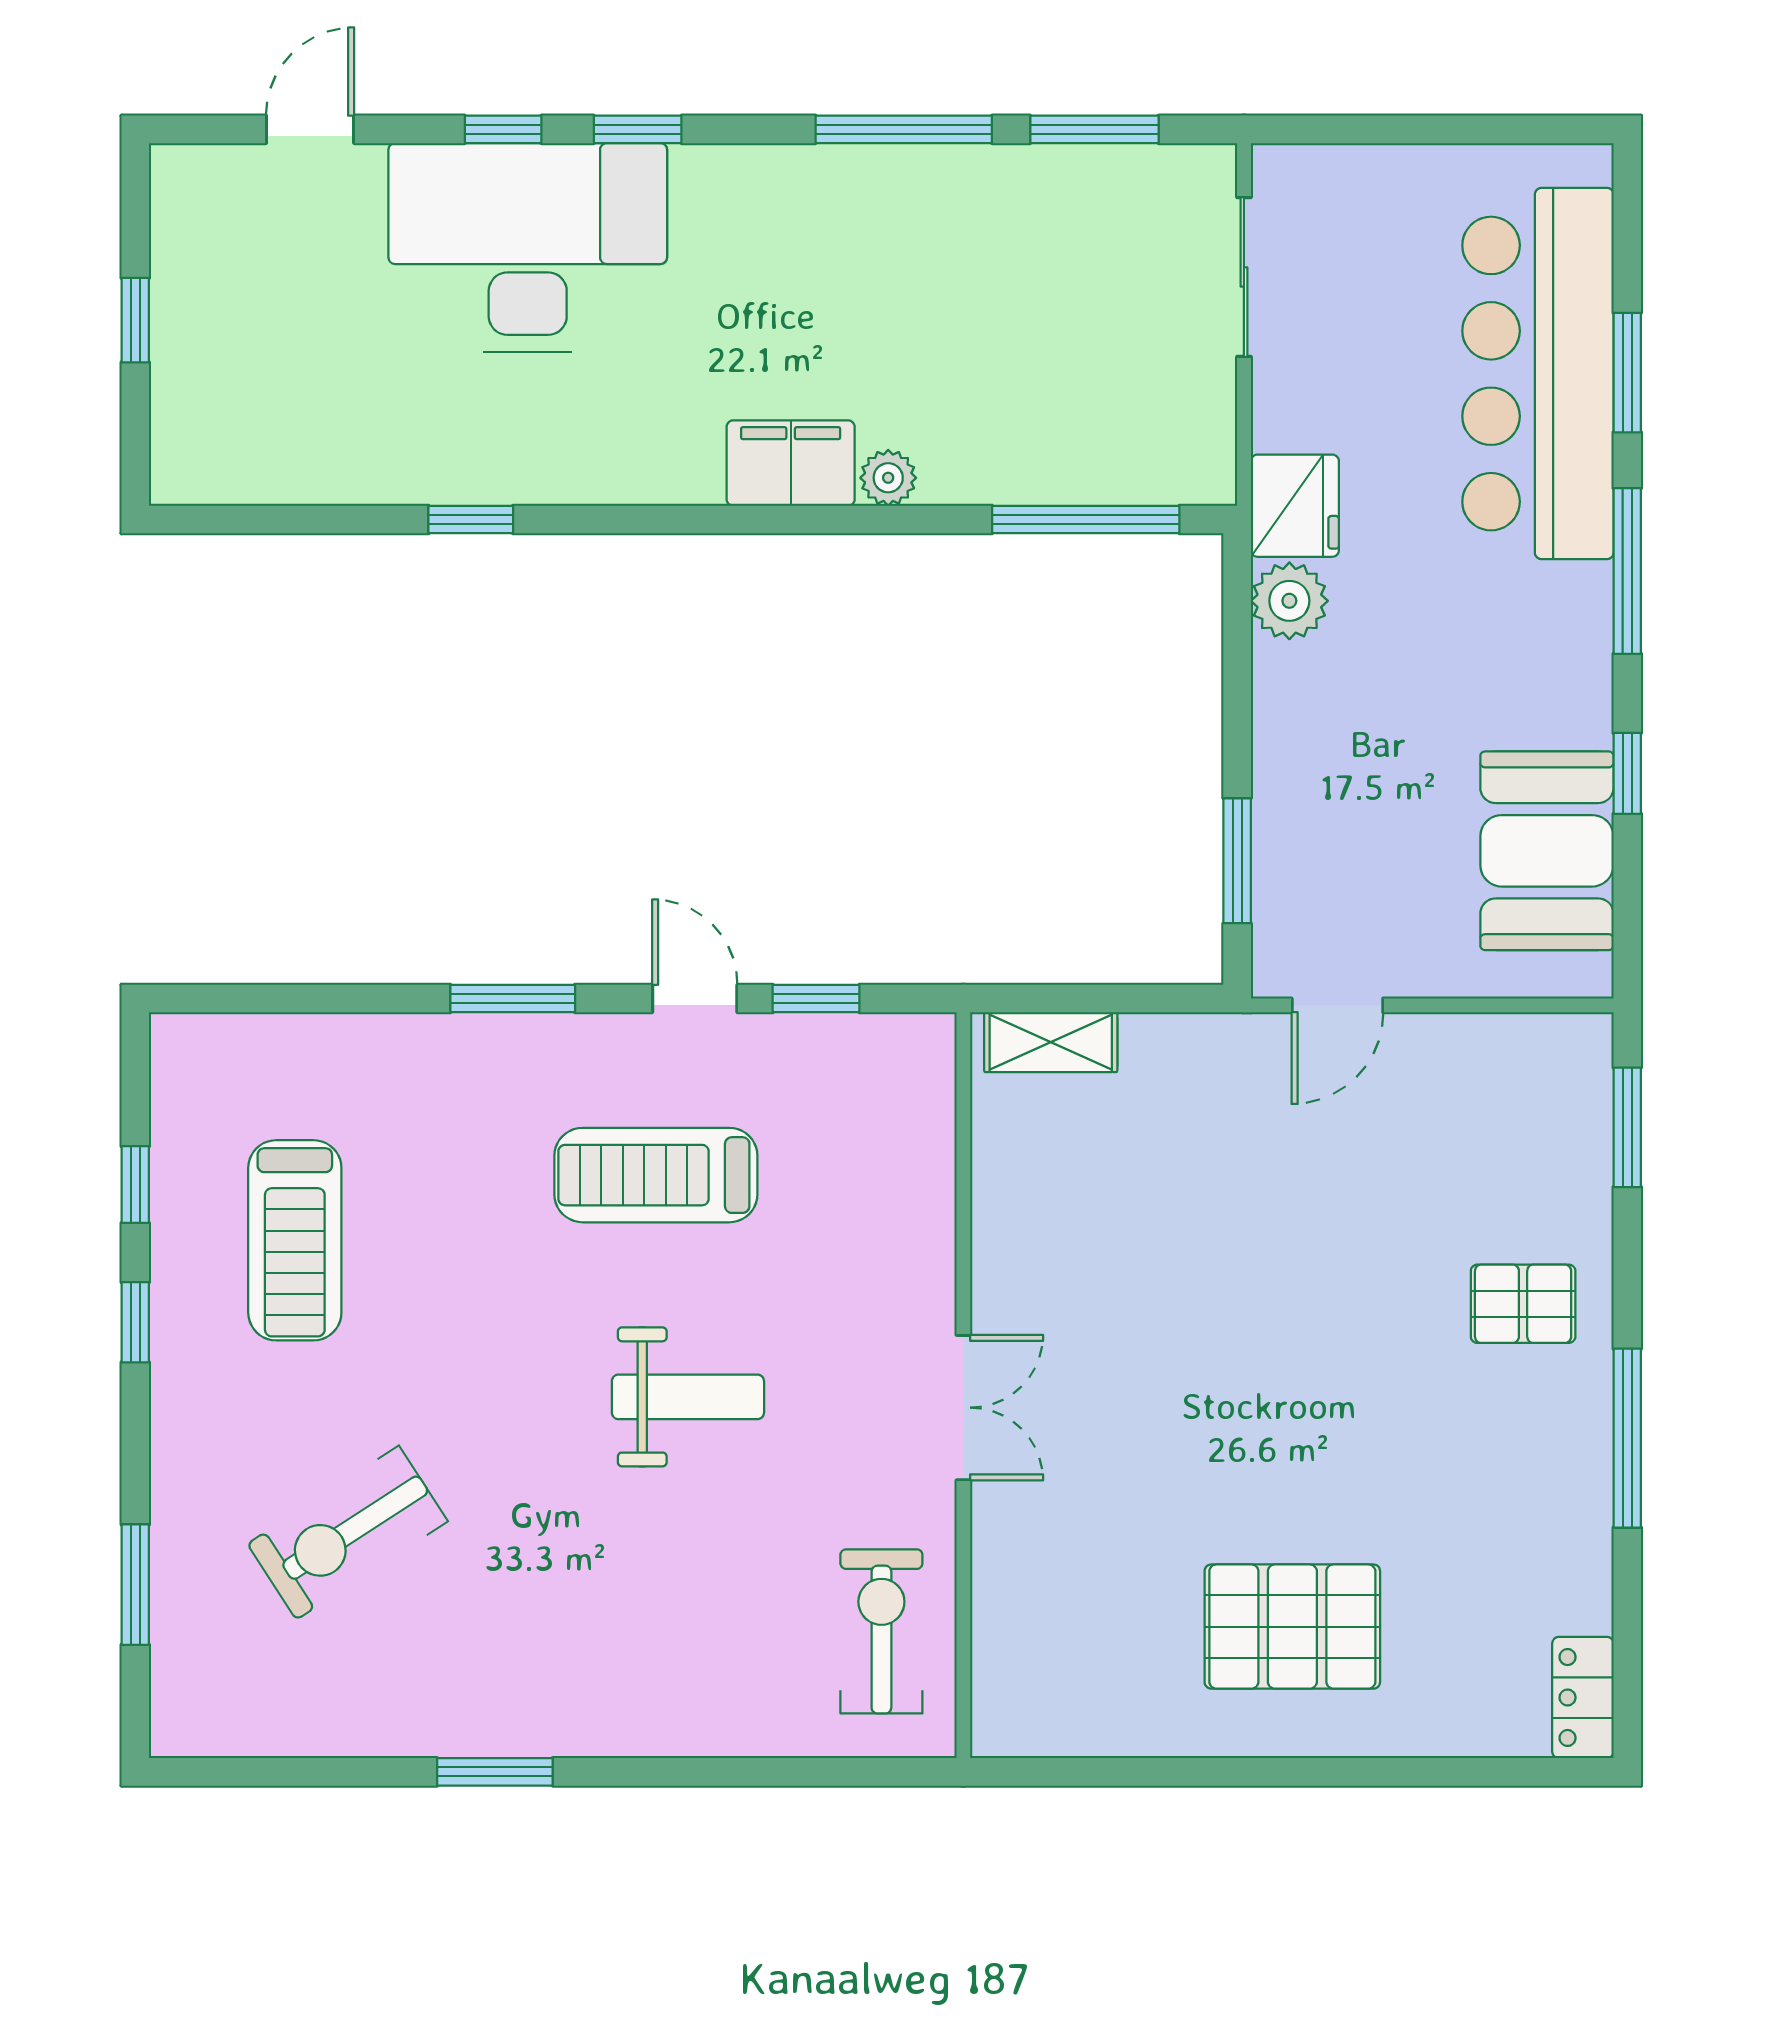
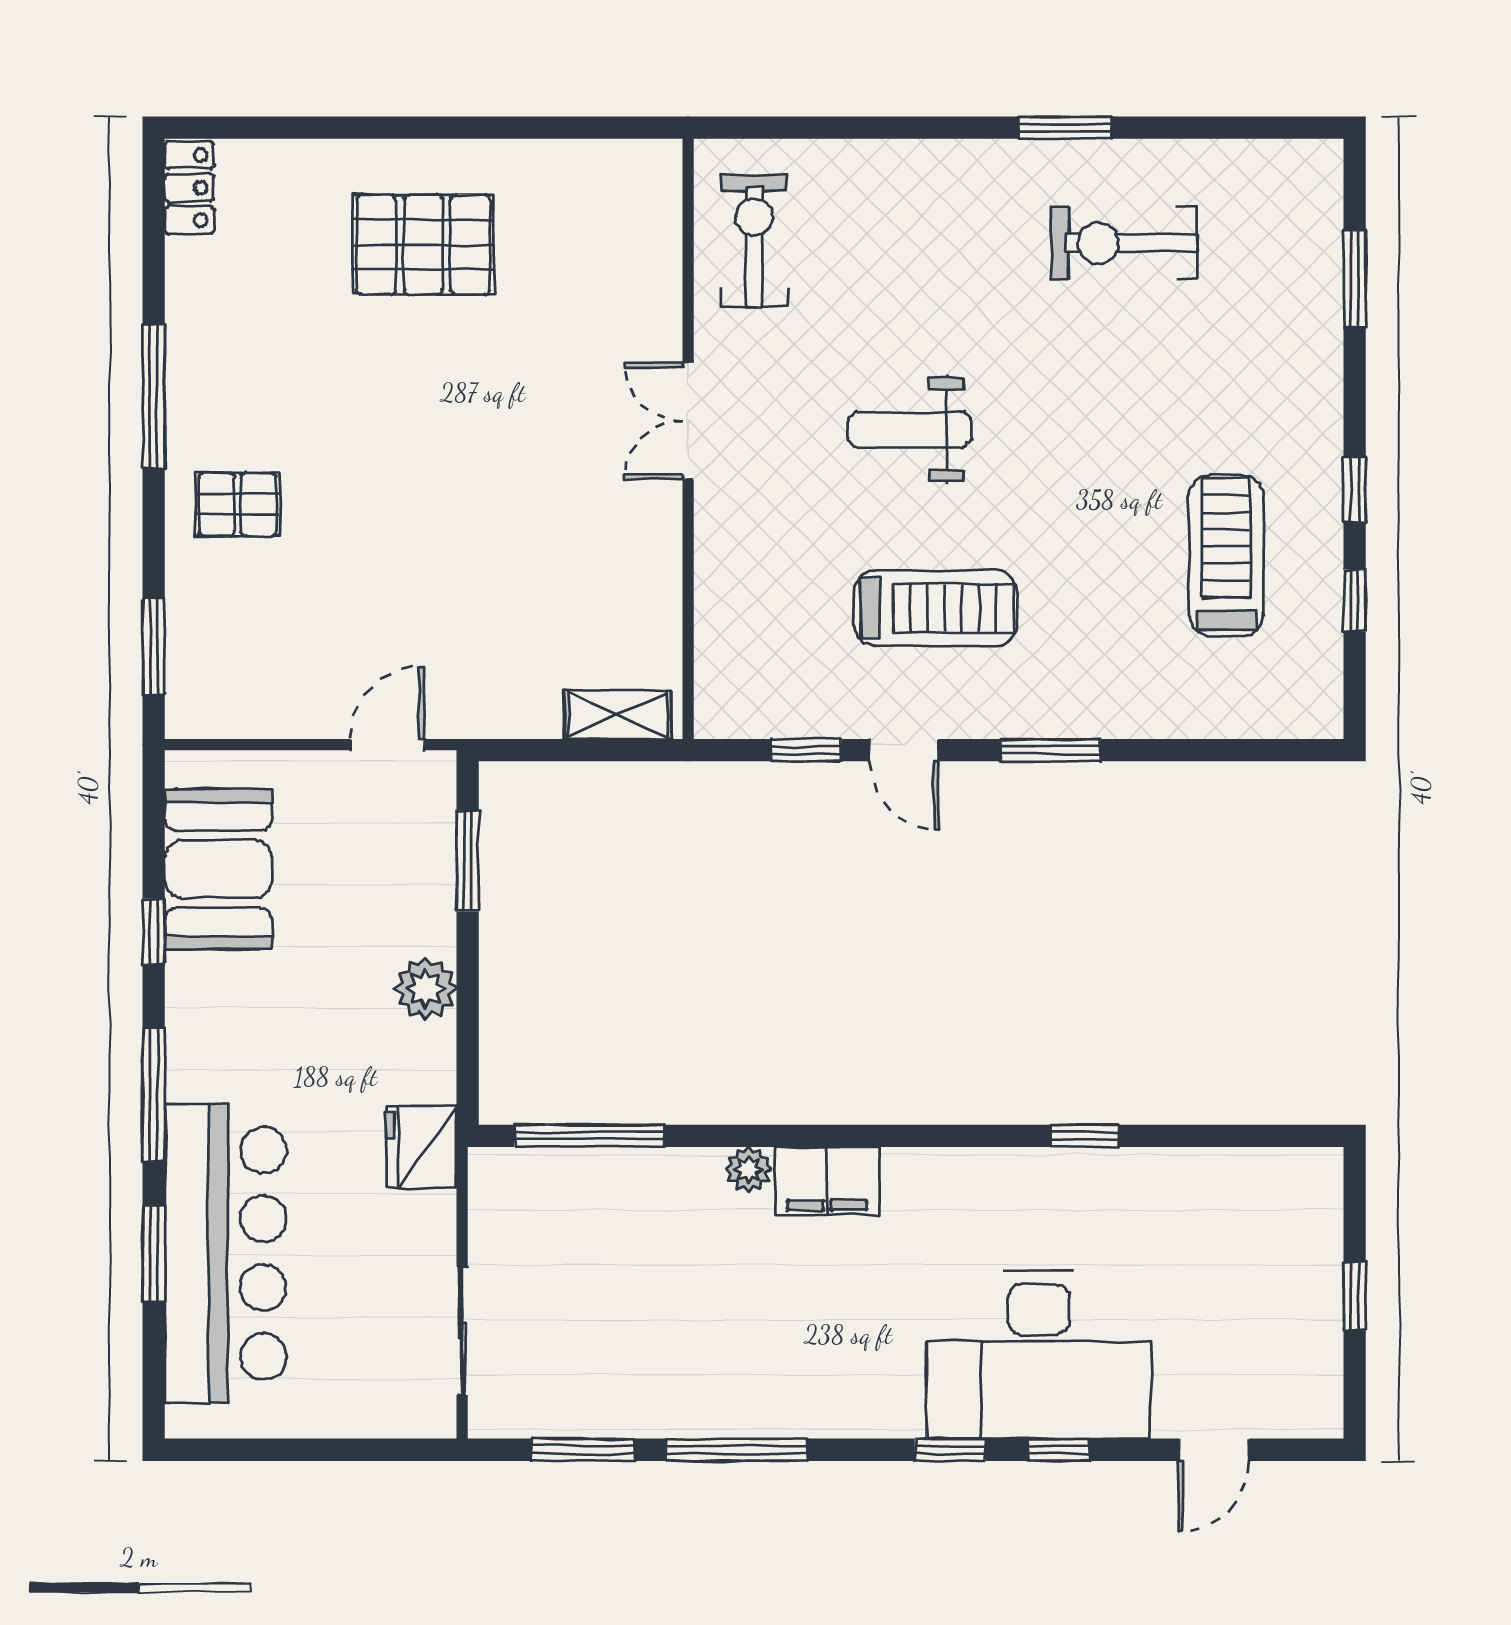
plant: (1289, 601) -> (426, 989), moved
exercise bike: (348, 1533) -> (1124, 243), moved, turned -147
exercise bike: (881, 1631) -> (754, 241), turned 180

